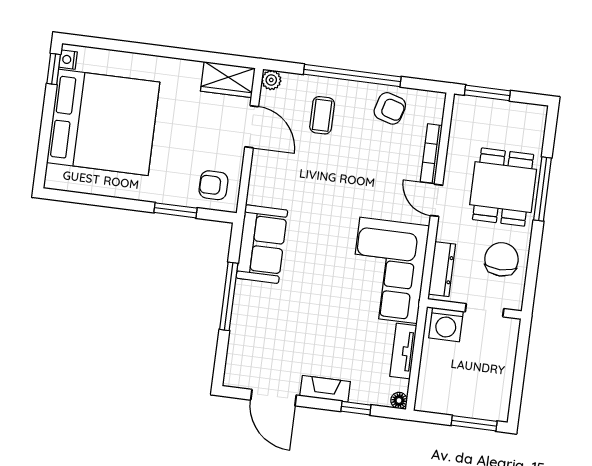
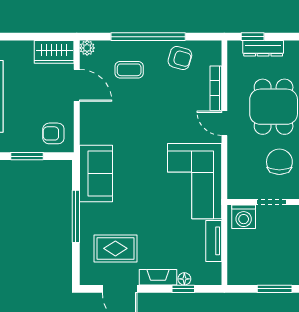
window: (487, 93) -> (253, 37), width x0.67
coffee table: (322, 115) -> (129, 70), turned 90
dresser: (442, 269) -> (263, 48), moved, turned 90
rug: (275, 344) -> (115, 248), added
floor lamp: (399, 400) -> (184, 279), moved

